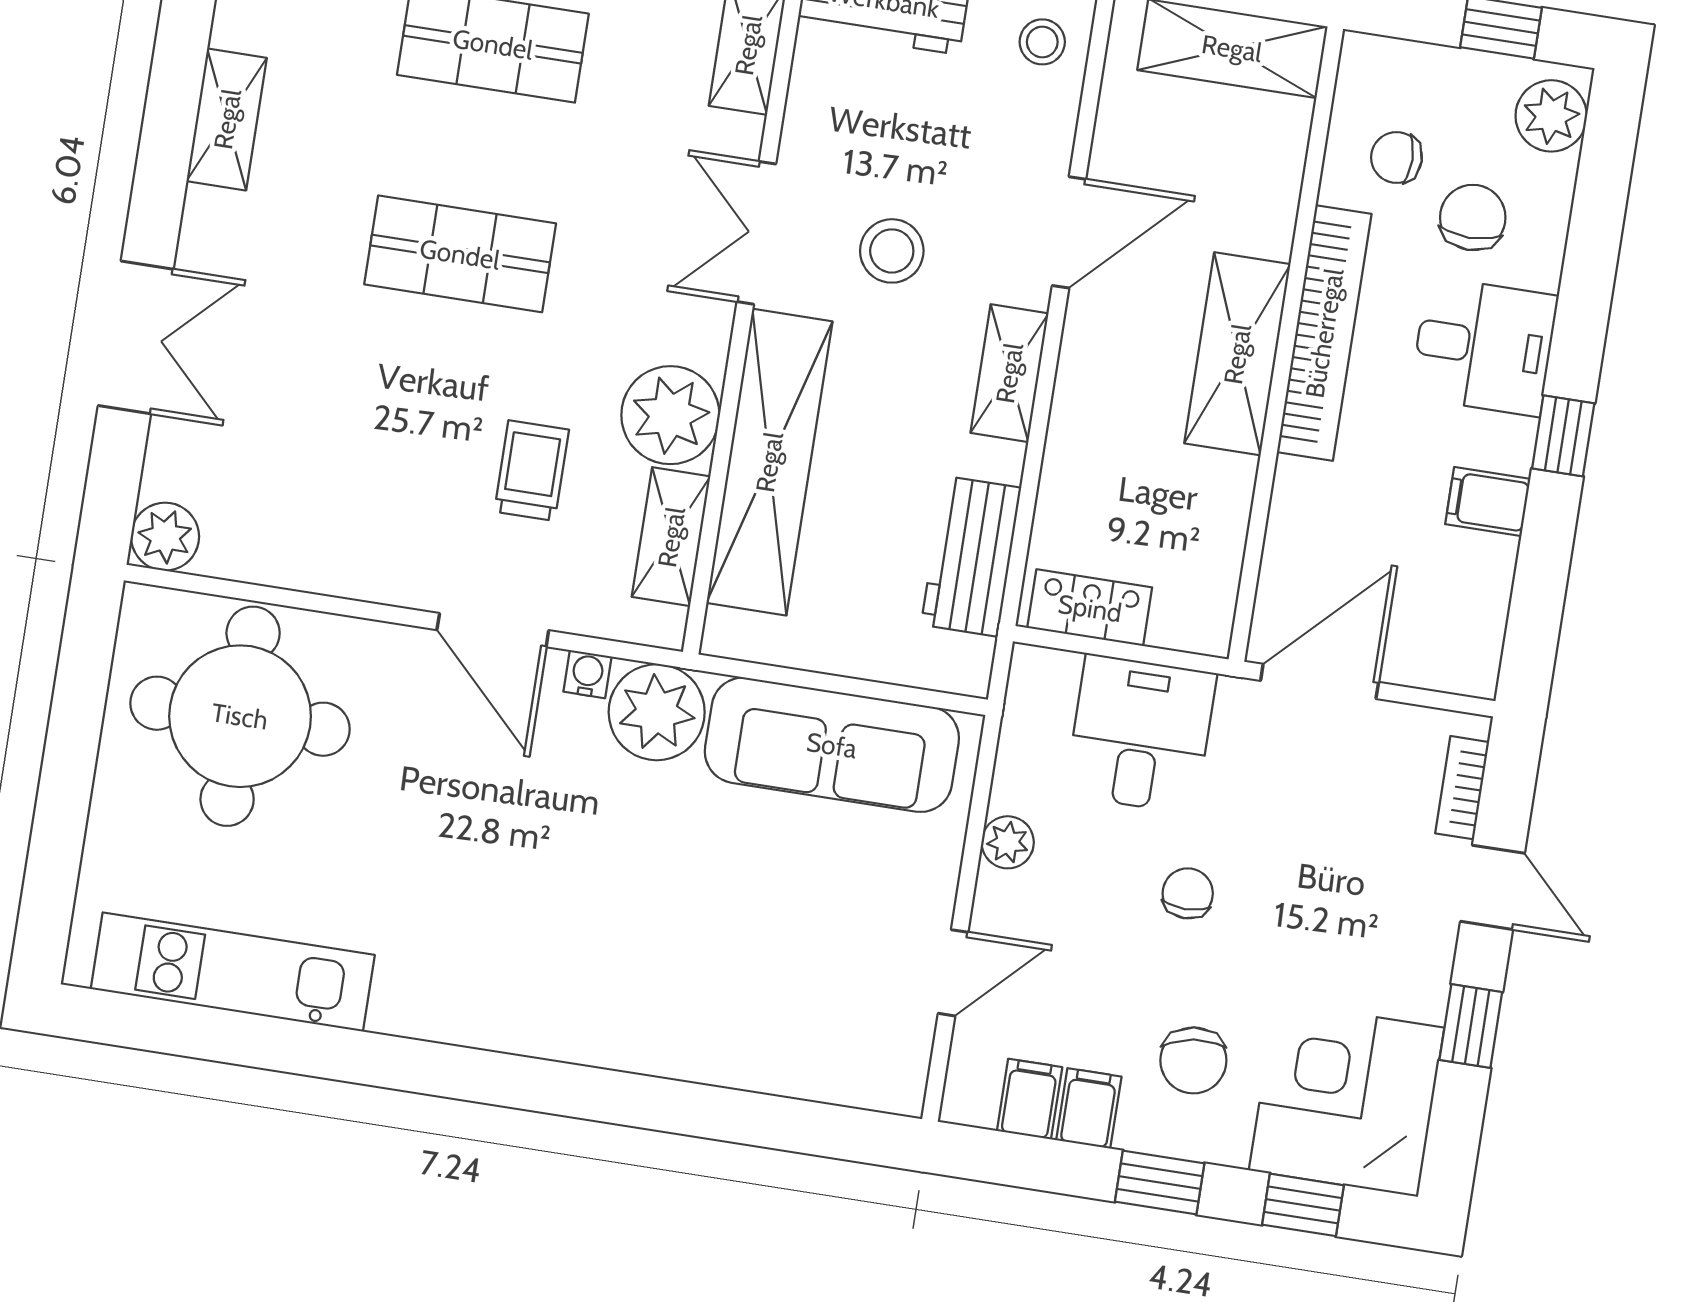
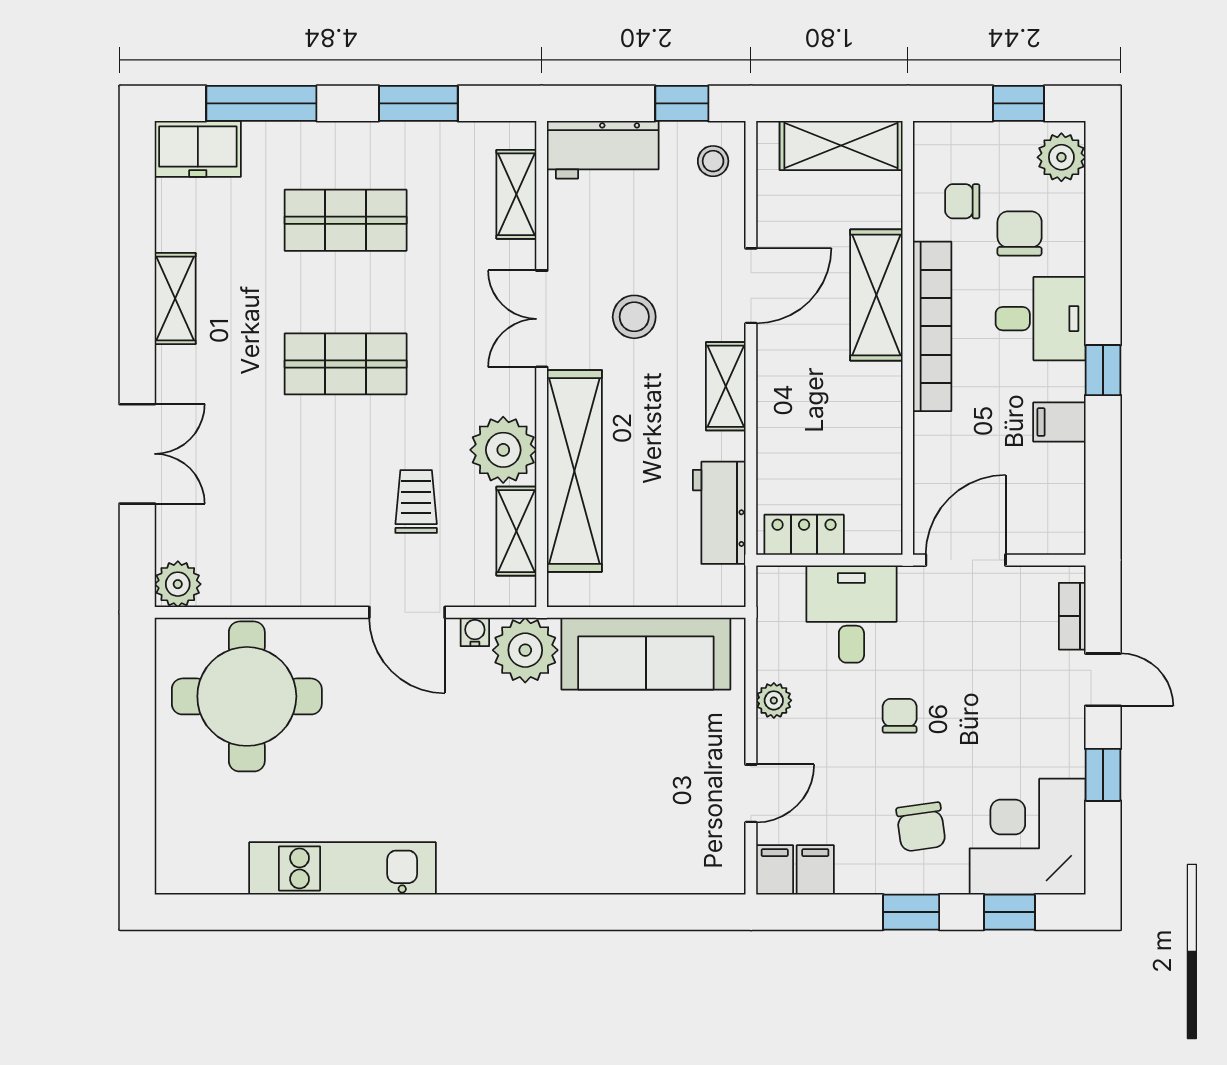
shelving: (1237, 354) -> (876, 295), moved
kitchen unit: (233, 972) -> (342, 868), moved
filing cabinet: (1089, 1108) -> (775, 870), moved

